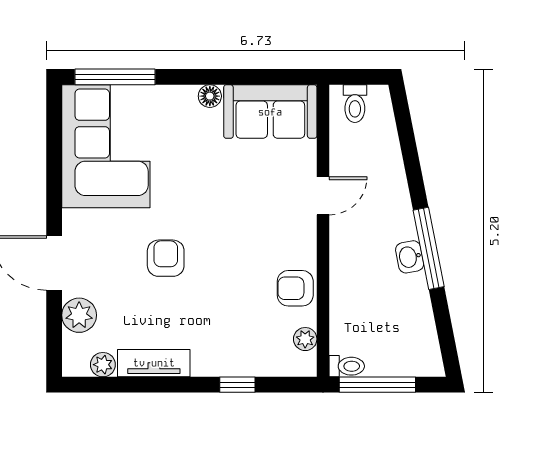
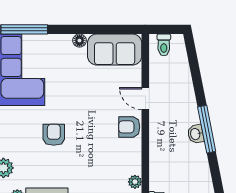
door: (323, 196) -> (145, 99), swing flipped
armchair: (295, 288) -> (129, 127), moved

